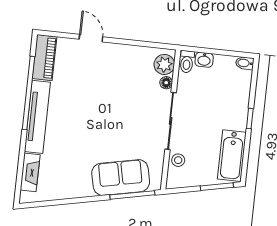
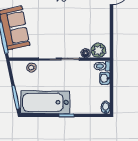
bathtub: (232, 156) -> (45, 102), width x1.36, depth x1.36

